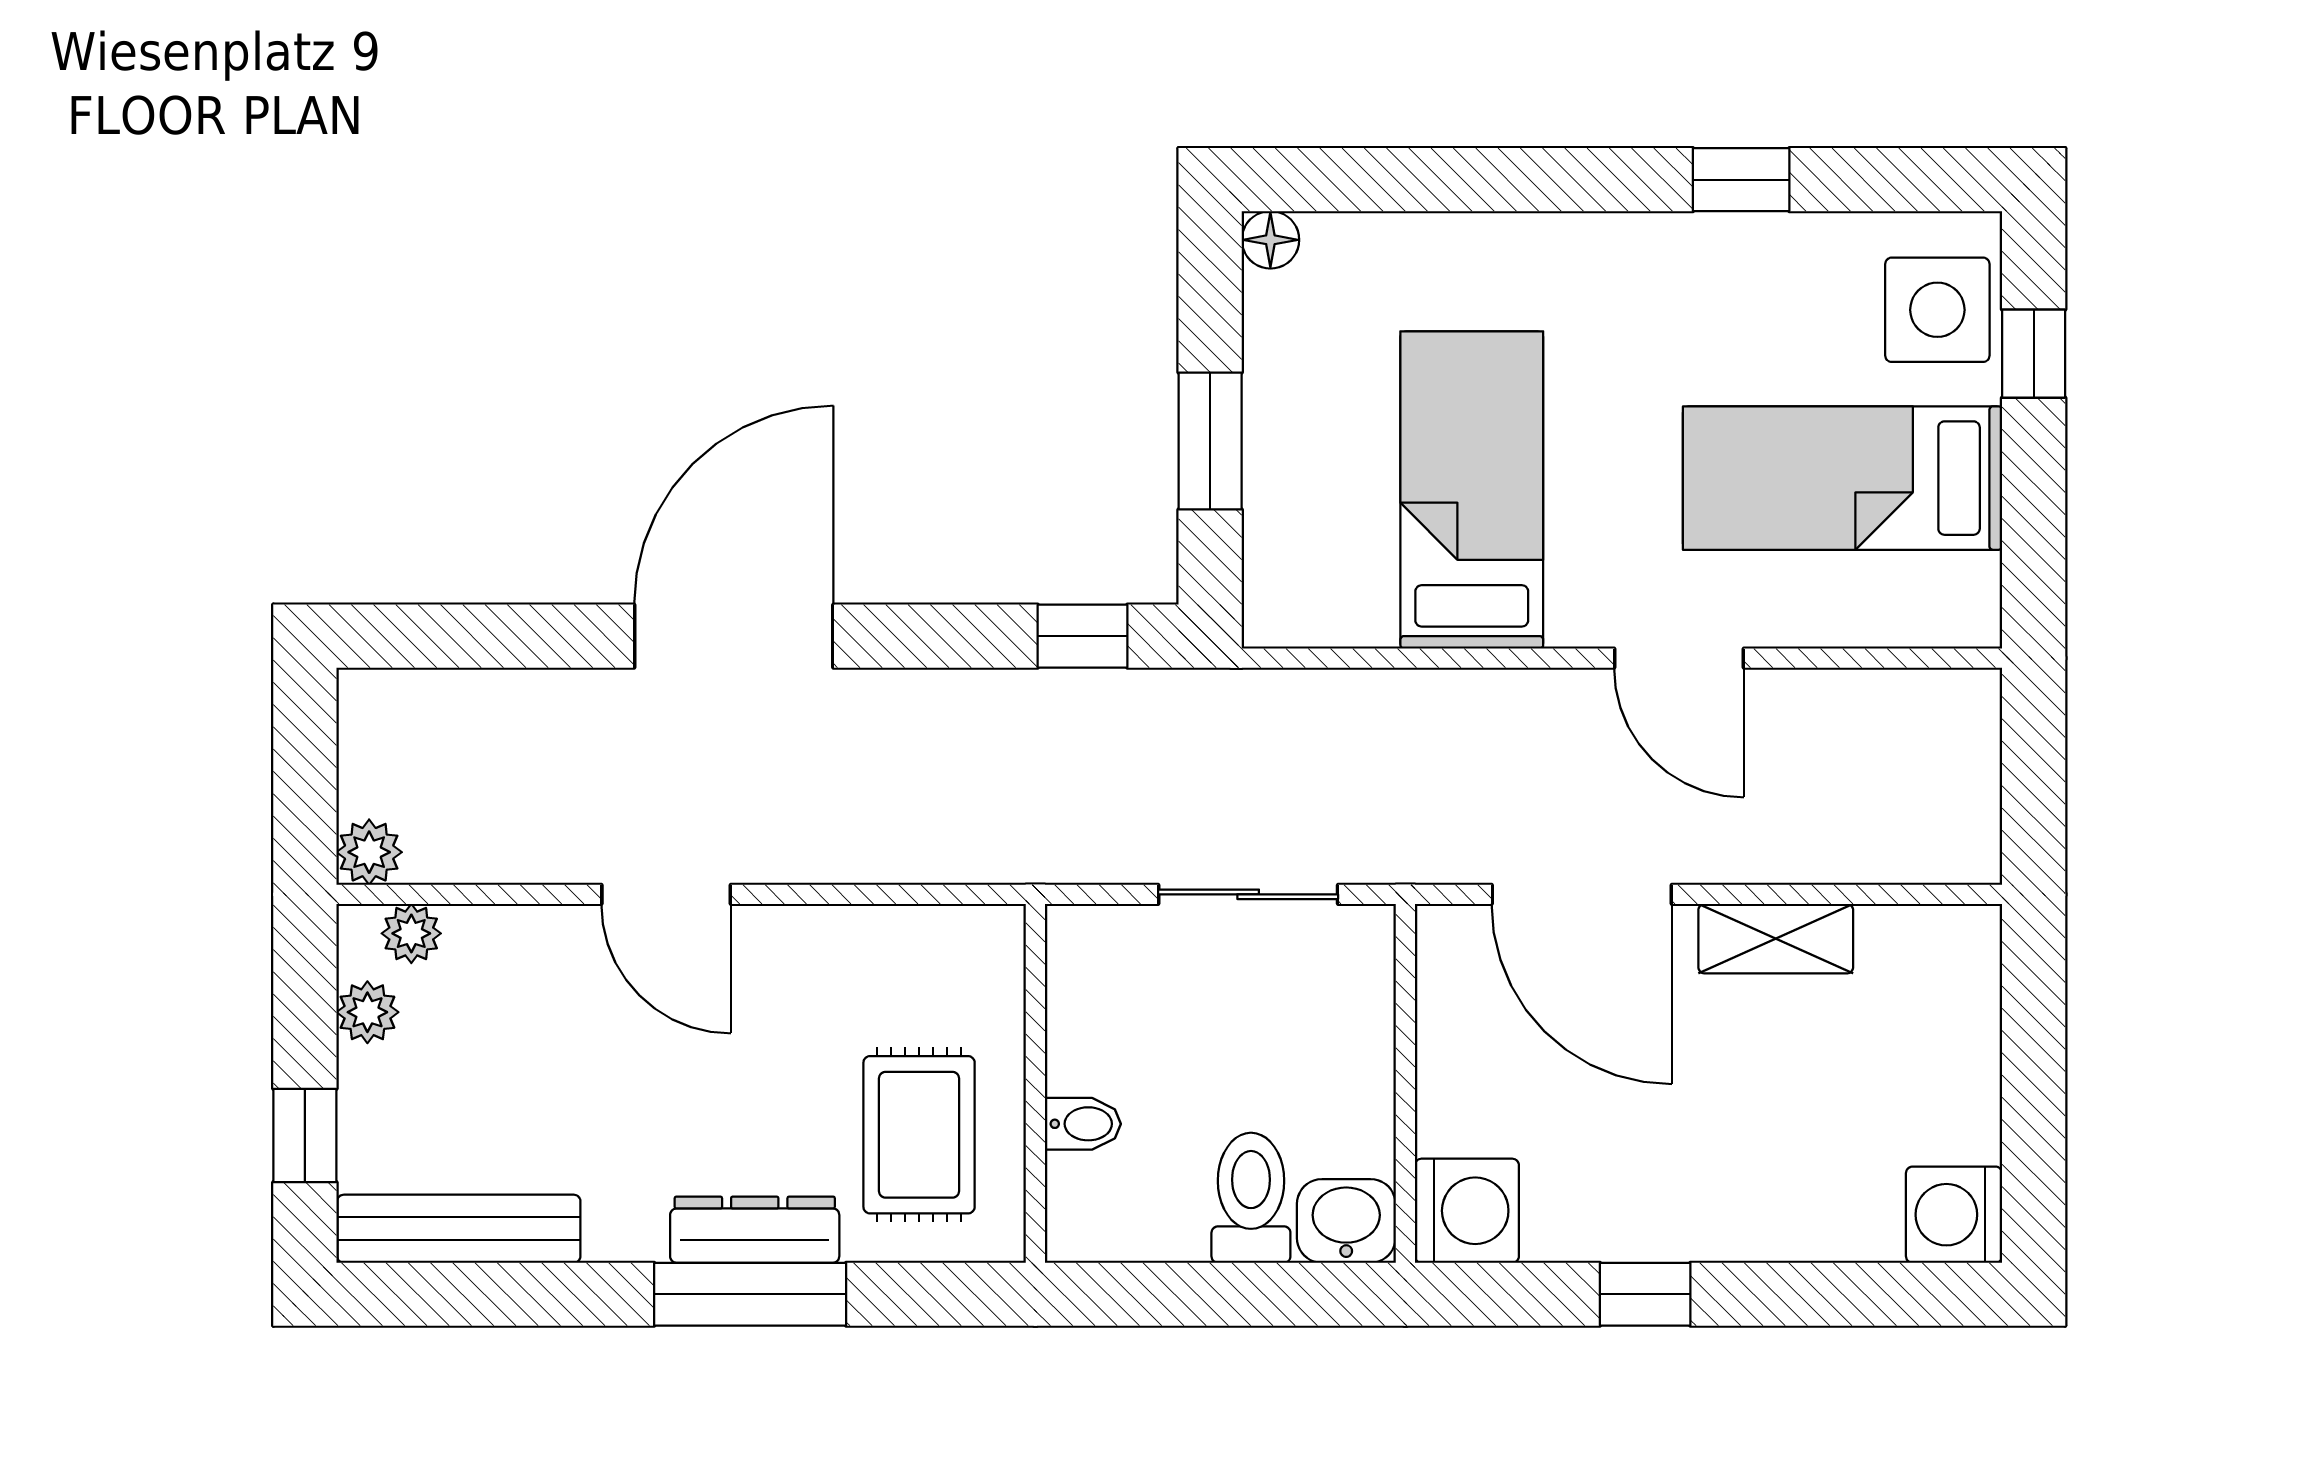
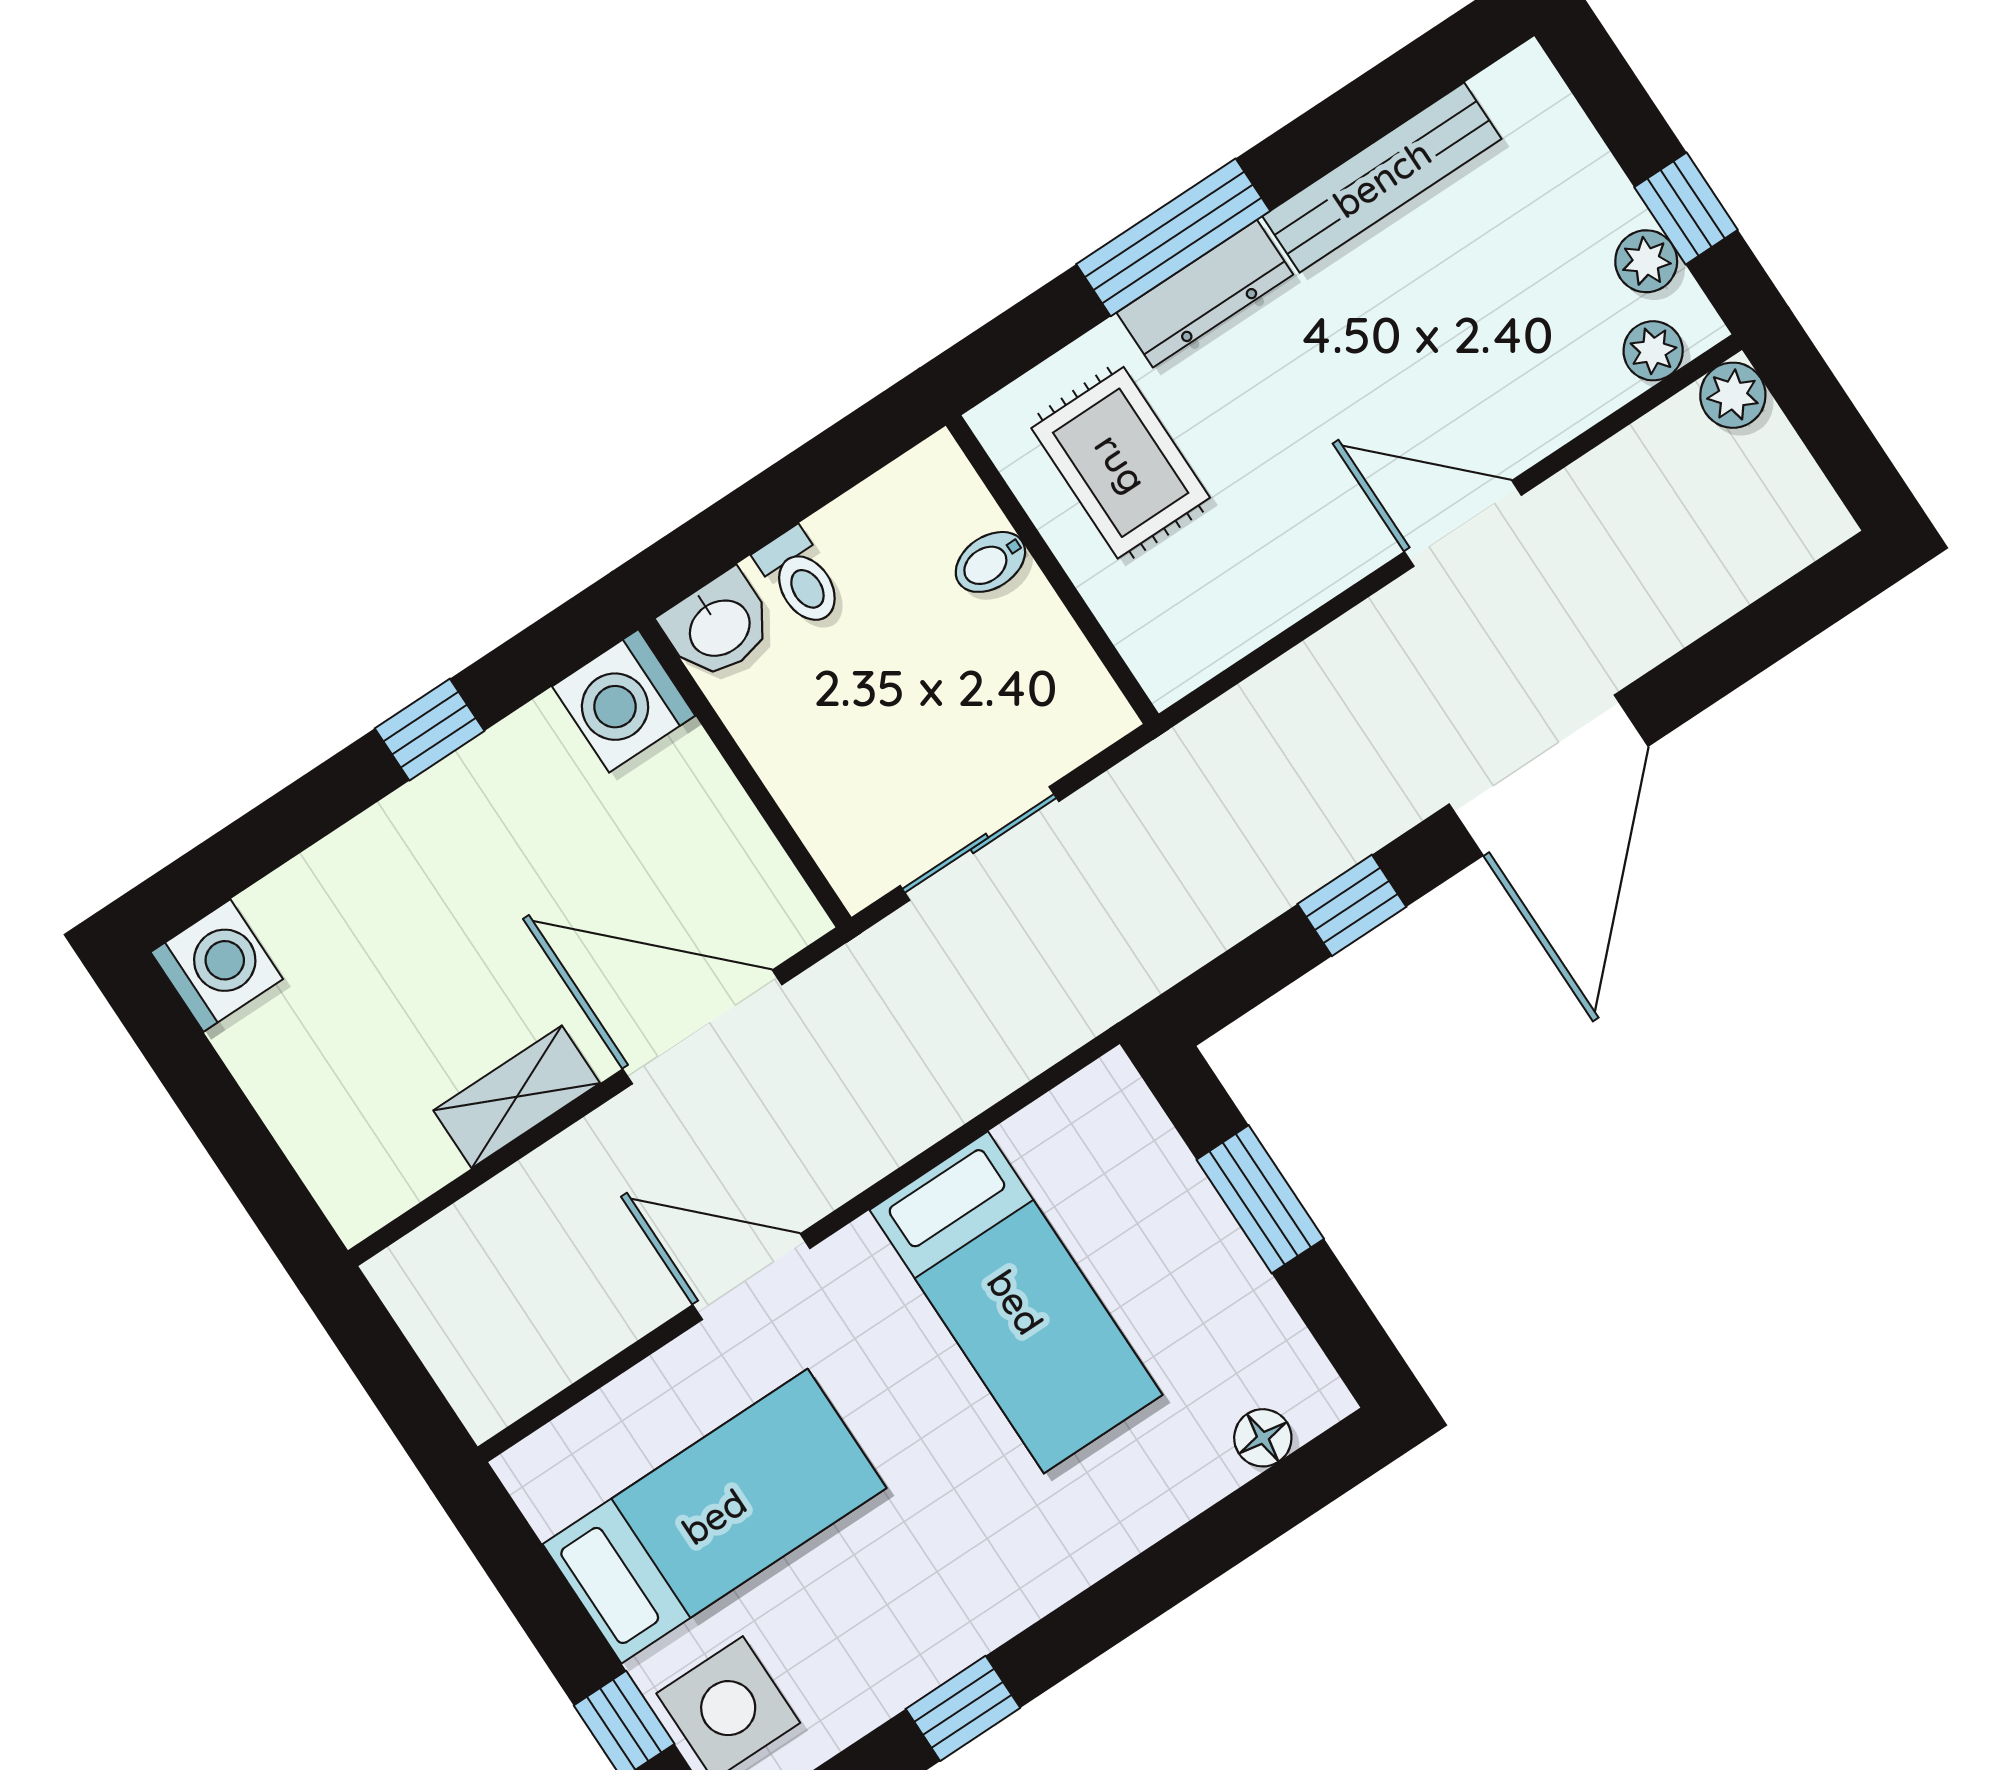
floor lamp: (1270, 240) -> (1263, 1438), moved
window: (1082, 636) -> (1352, 905), moved
window: (305, 1136) -> (1686, 208), moved
toilet: (1251, 1198) -> (800, 578), width x0.73, depth x0.72
bench: (459, 1229) -> (1382, 178), moved

